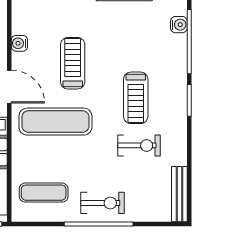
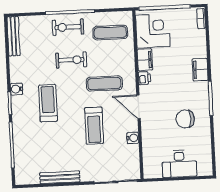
water cooler: (179, 25) -> (17, 89), moved
exercise mat: (55, 122) -> (104, 84), width x0.73, depth x0.69
exercise bike: (139, 145) -> (71, 60), moved, turned 180

